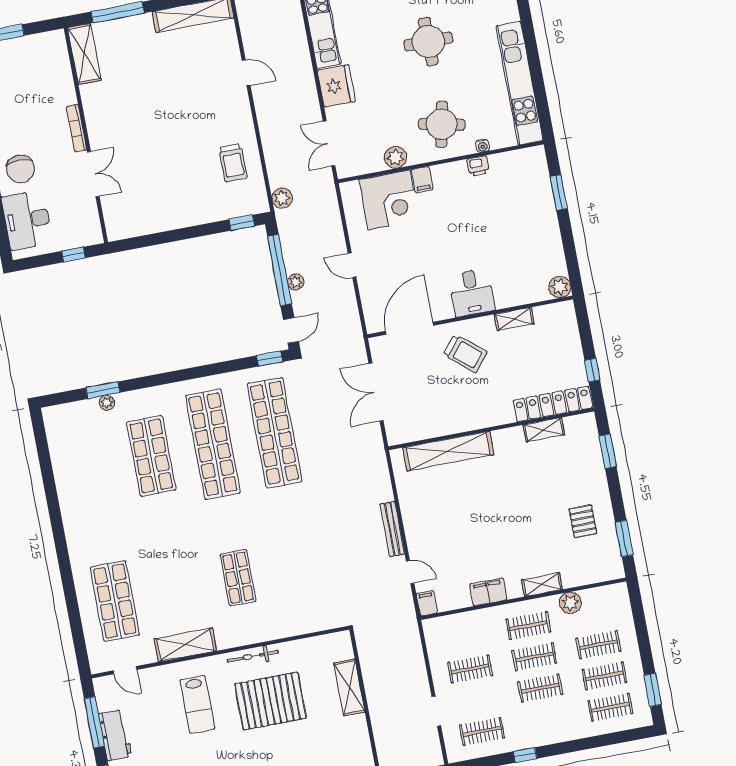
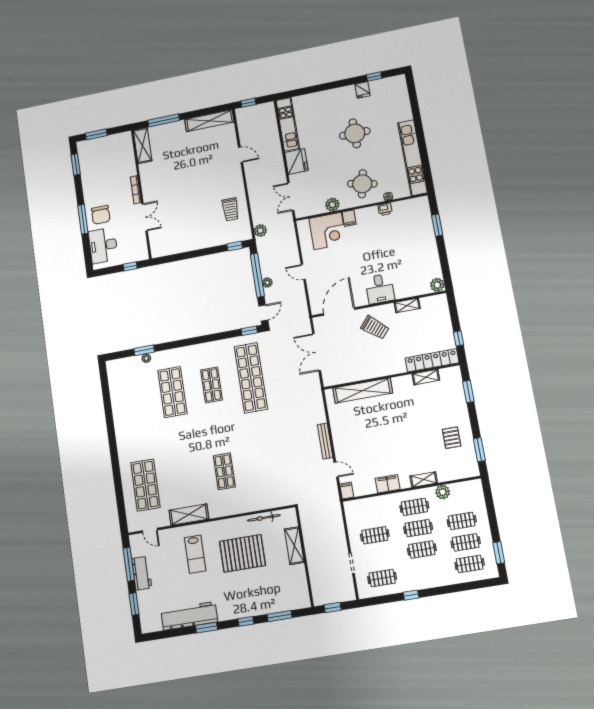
shop shelf: (213, 444) -> (211, 385), width x0.50, depth x0.74
bicycle: (253, 656) -> (264, 518), moved

